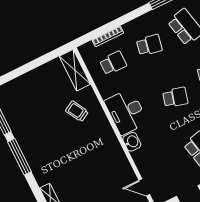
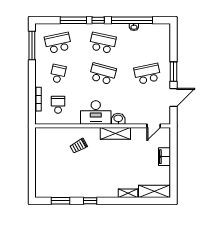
shelving: (75, 70) -> (115, 133), moved
school desk: (175, 97) -> (103, 74), width x1.85
window: (19, 157) -> (90, 201), width x0.46

